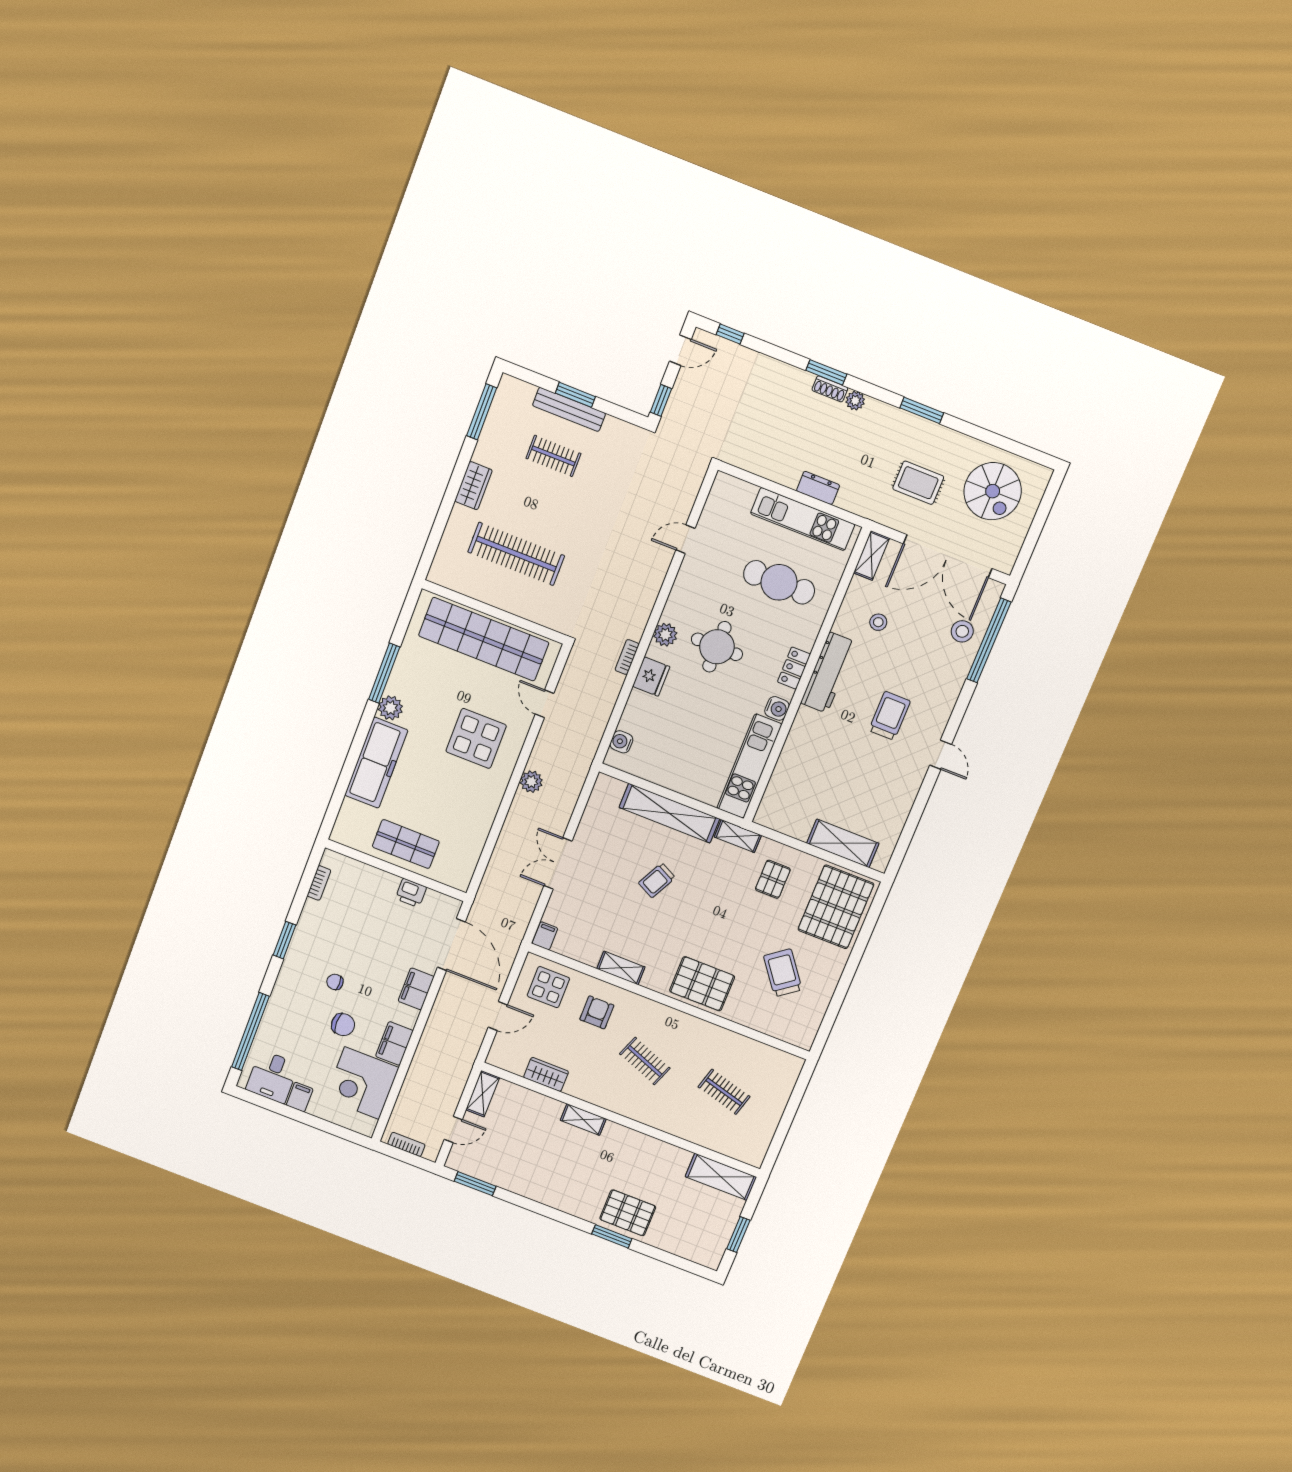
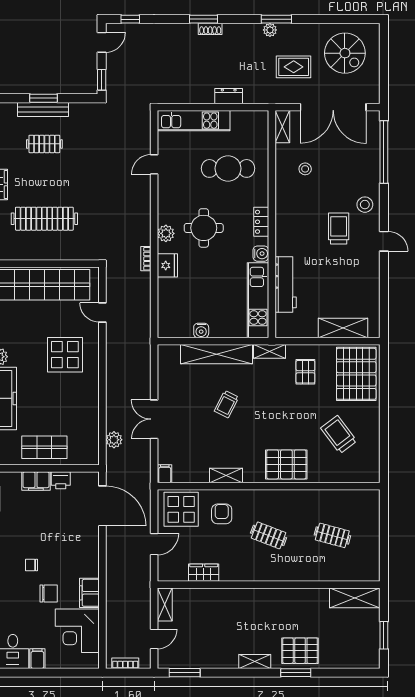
plant: (855, 401) -> (270, 30), moved
kitchen unit: (803, 519) -> (194, 121), moved
stool: (962, 631) -> (365, 205), moved
workbench: (828, 673) -> (286, 284), moved
water cooler: (621, 742) -> (201, 330), moved, turned -90
plant: (531, 782) -> (114, 440), moved
display table: (548, 987) -> (181, 509), width x1.36, depth x1.36
filing cabinet: (416, 989) -> (36, 481), moved, turned -90
shelving: (583, 1120) -> (255, 661), moved

